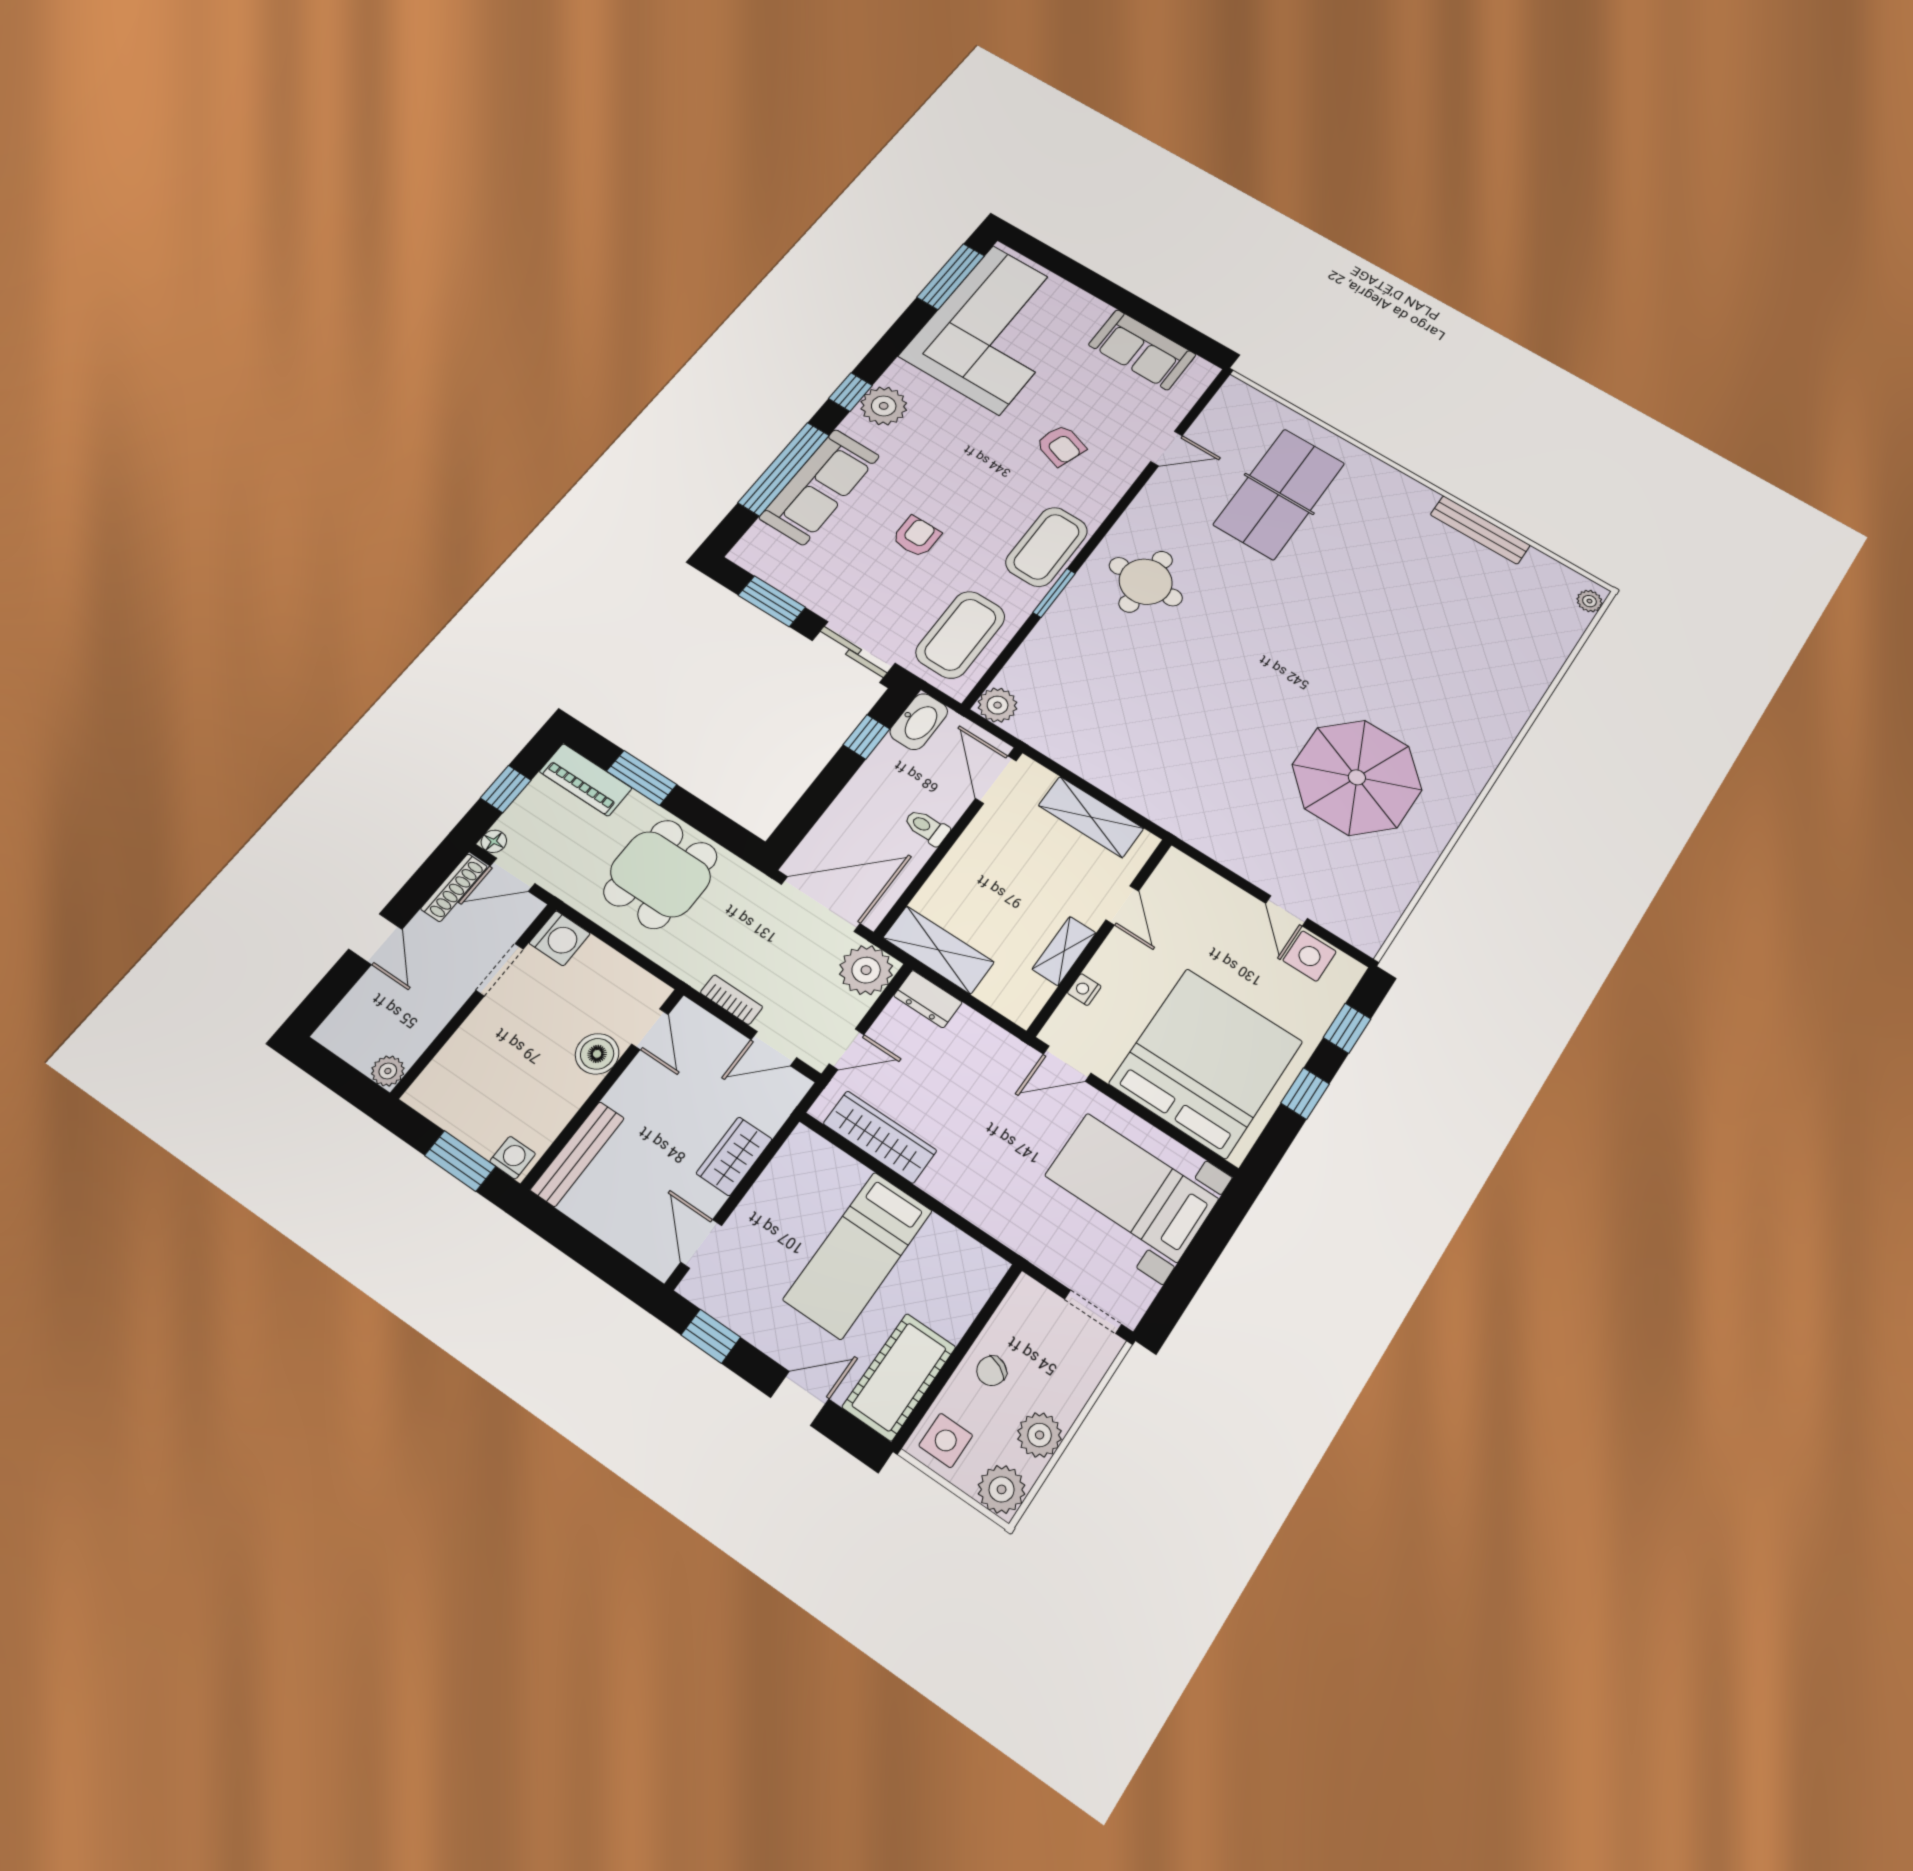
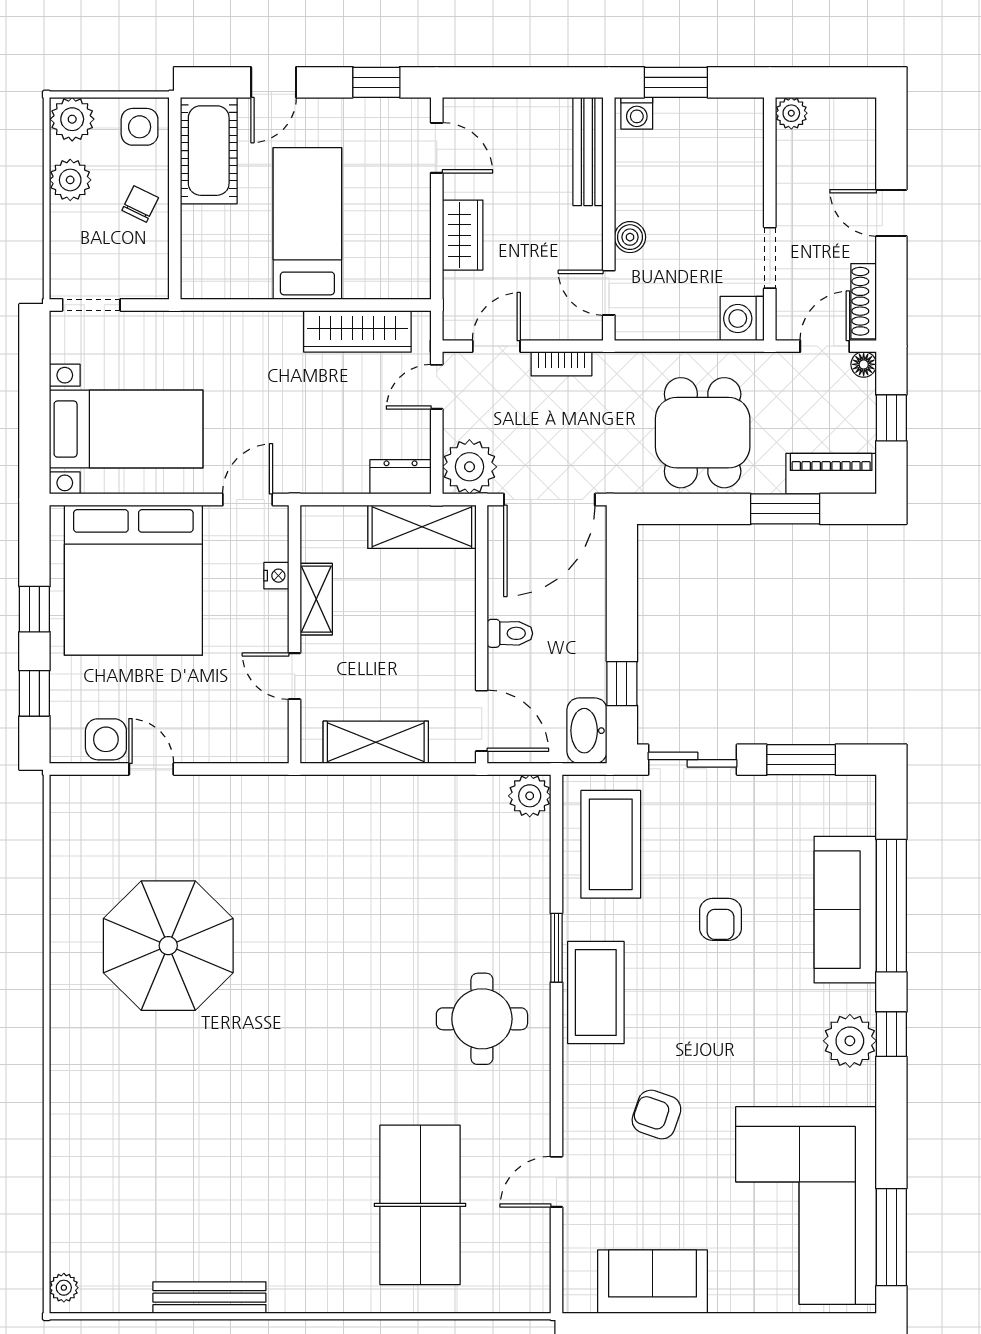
boiler: (597, 1054) -> (630, 237), width x0.73, depth x0.73

